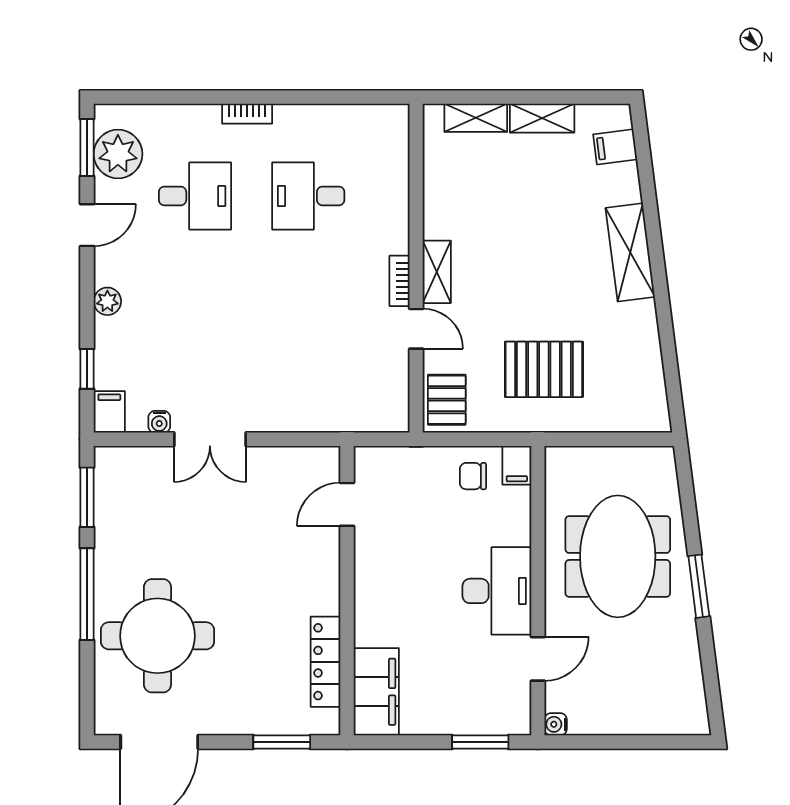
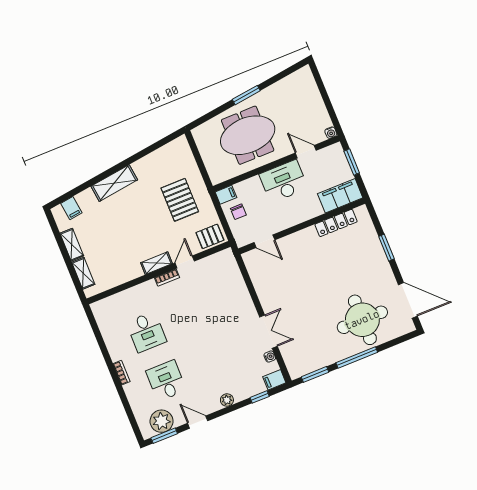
door: (347, 504) -> (264, 241), moved
wall: (347, 591) -> (302, 226), moved
locker: (325, 662) -> (336, 223), moved
filing cabinet: (376, 692) -> (340, 196), moved

